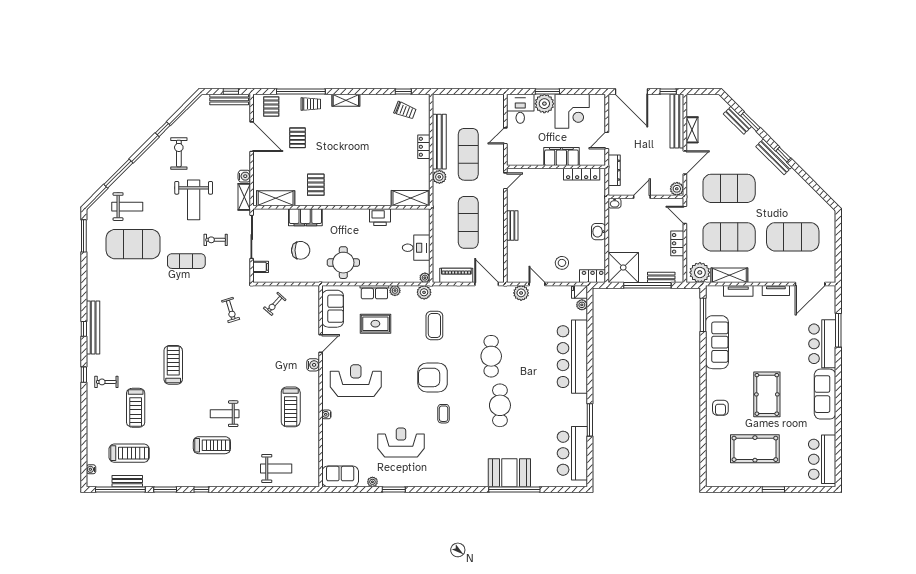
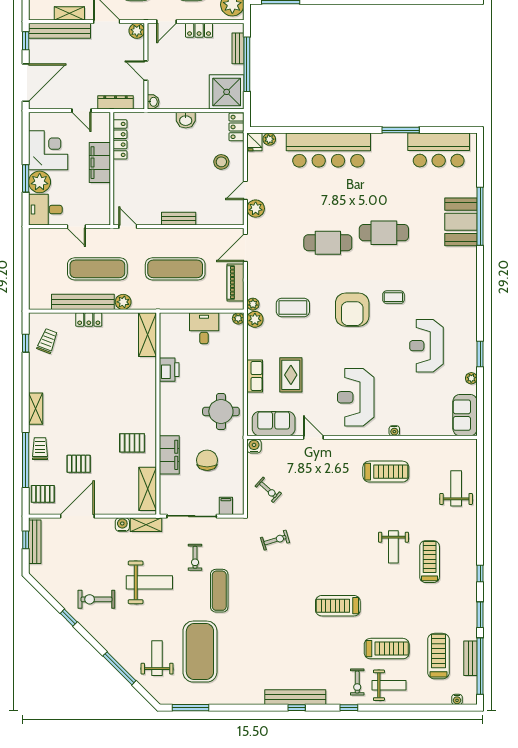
plant: (395, 291) -> (253, 304), moved
water cooler: (313, 365) -> (254, 446), moved
weight bench: (104, 410) -> (389, 685), added

